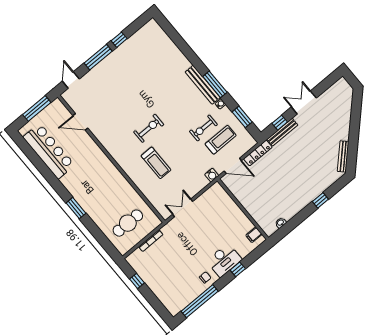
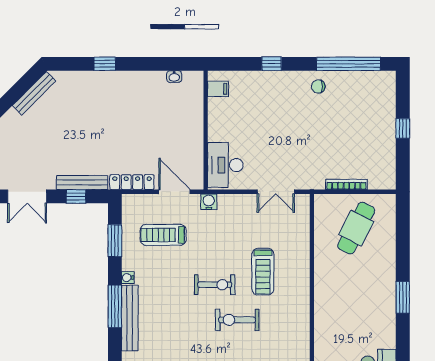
exercise bike: (203, 128) -> (215, 285), moved
treadmill: (156, 163) -> (263, 272), turned 180
cafe table: (128, 223) -> (356, 228), turned -63
desk: (224, 260) -> (225, 165), moved, turned -90
window: (137, 281) -> (403, 128), moved

